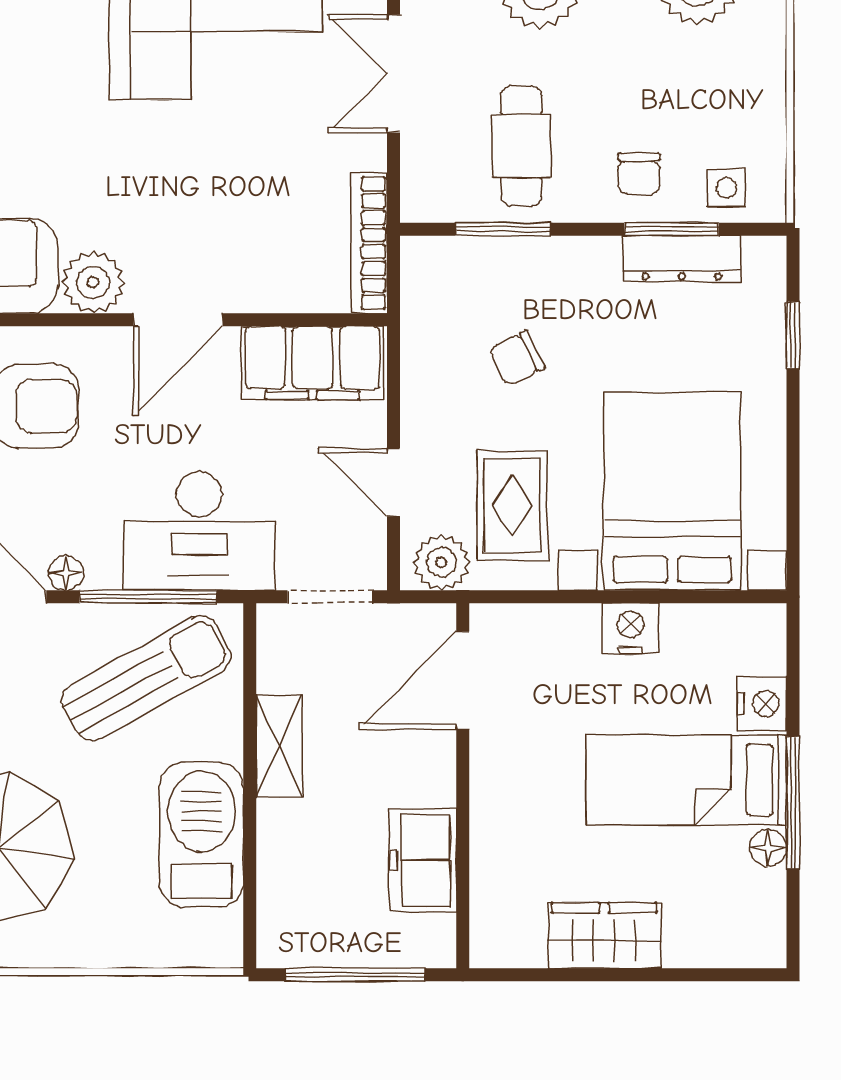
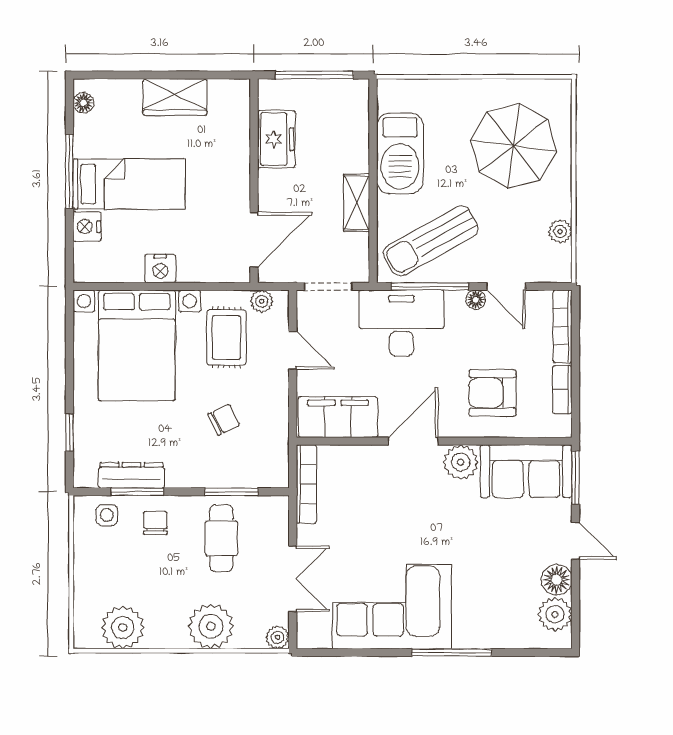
plant: (441, 562) -> (262, 301), width x0.73, depth x0.73
floor lamp: (768, 848) -> (83, 103), moved

